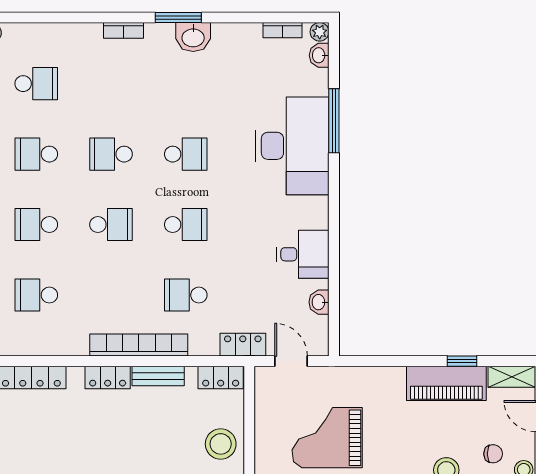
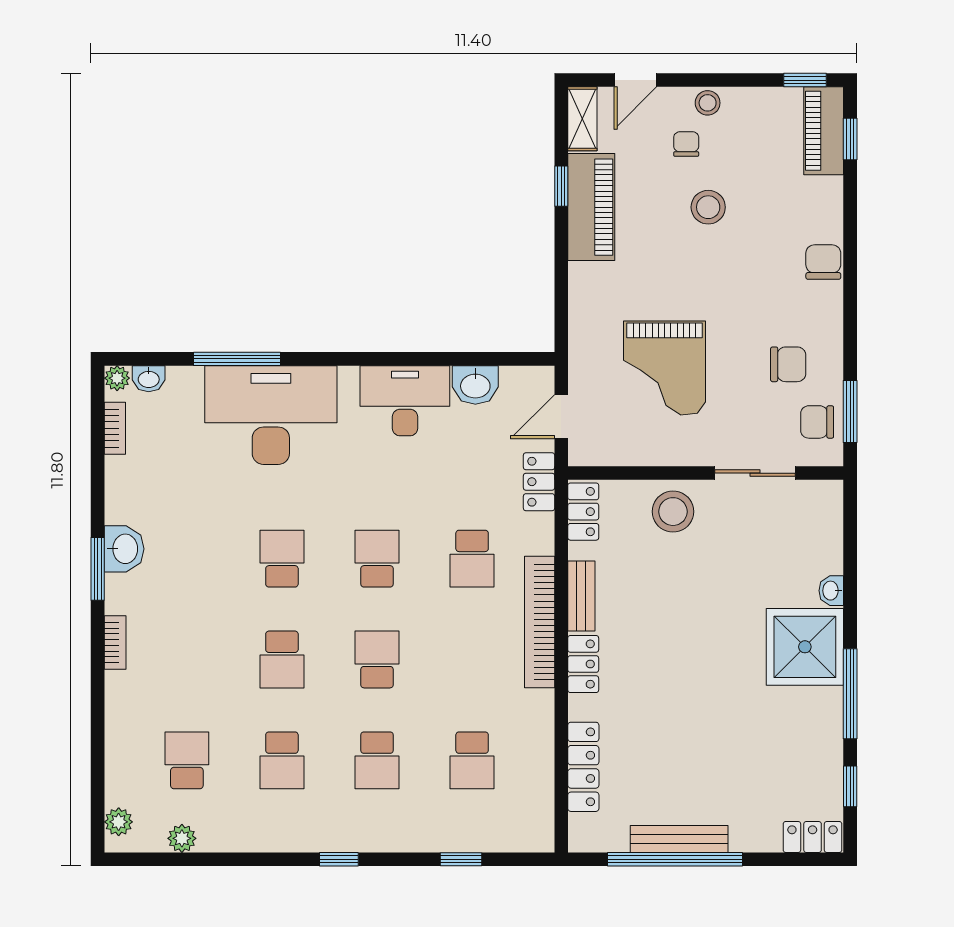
desk: (303, 254) -> (405, 401), width x1.37
washbasin: (319, 302) -> (475, 385), width x1.38, depth x1.45

